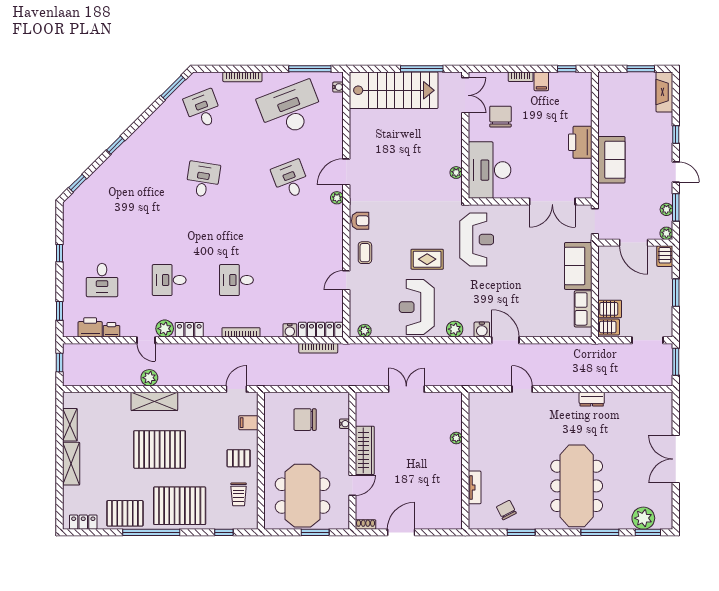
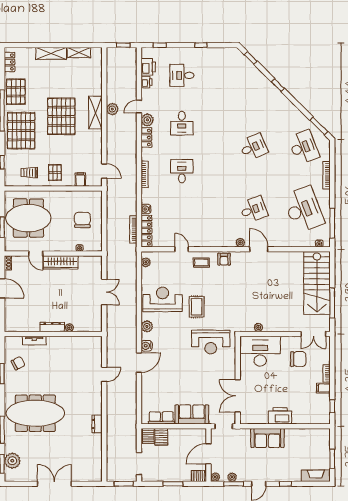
desk: (203, 109) -> (304, 147), width x1.37
desk: (203, 179) -> (253, 147), turned -33
desk: (169, 280) -> (182, 123), turned 180
dresser: (456, 462) -> (52, 327), added

